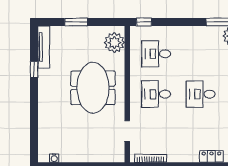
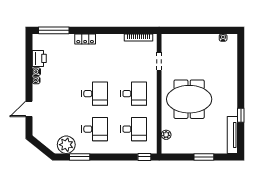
plant: (114, 43) -> (166, 135), width x0.53, depth x0.53
desk: (201, 54) -> (95, 129), added
meeting table: (93, 88) -> (189, 99), turned 90

